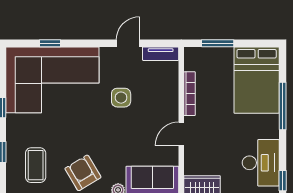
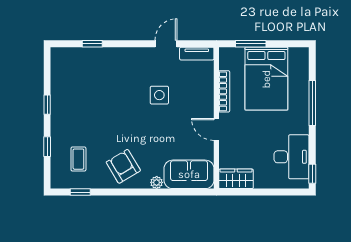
corner sofa: (52, 80) -> (94, 78), removed
bed: (257, 80) -> (266, 79), moved
door: (181, 134) -> (216, 129), hinge flipped
coffee table: (36, 165) -> (78, 159), width x0.73, depth x0.77

